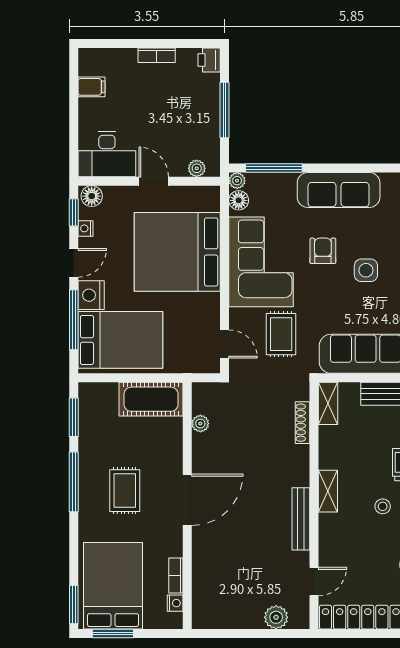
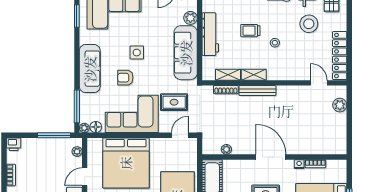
window: (224, 110) -> (54, 135), moved
shelving: (328, 403) -> (228, 75), moved
shelving: (328, 491) -> (254, 75), moved
bench: (301, 519) -> (257, 91), moved
nightstand: (175, 603) -> (299, 164), moved

